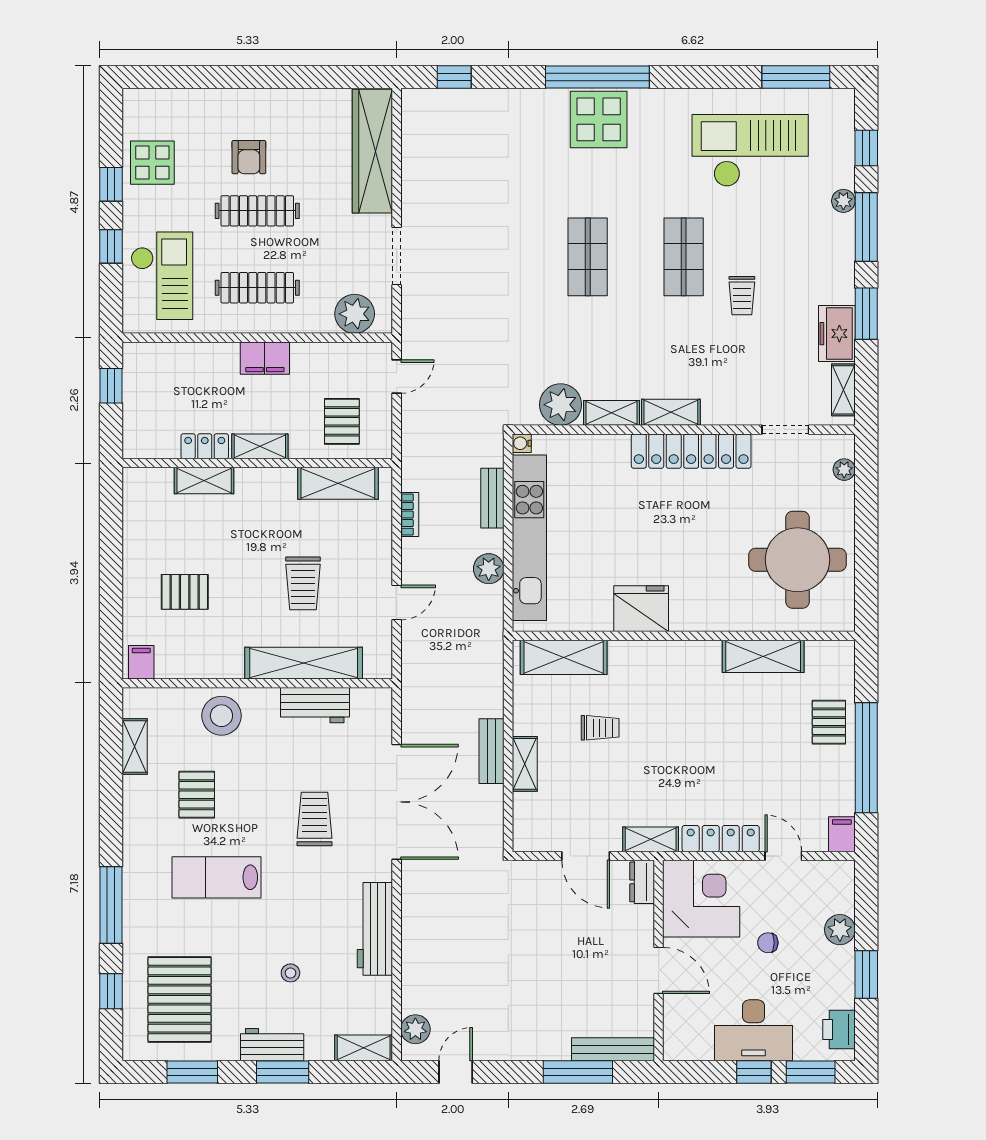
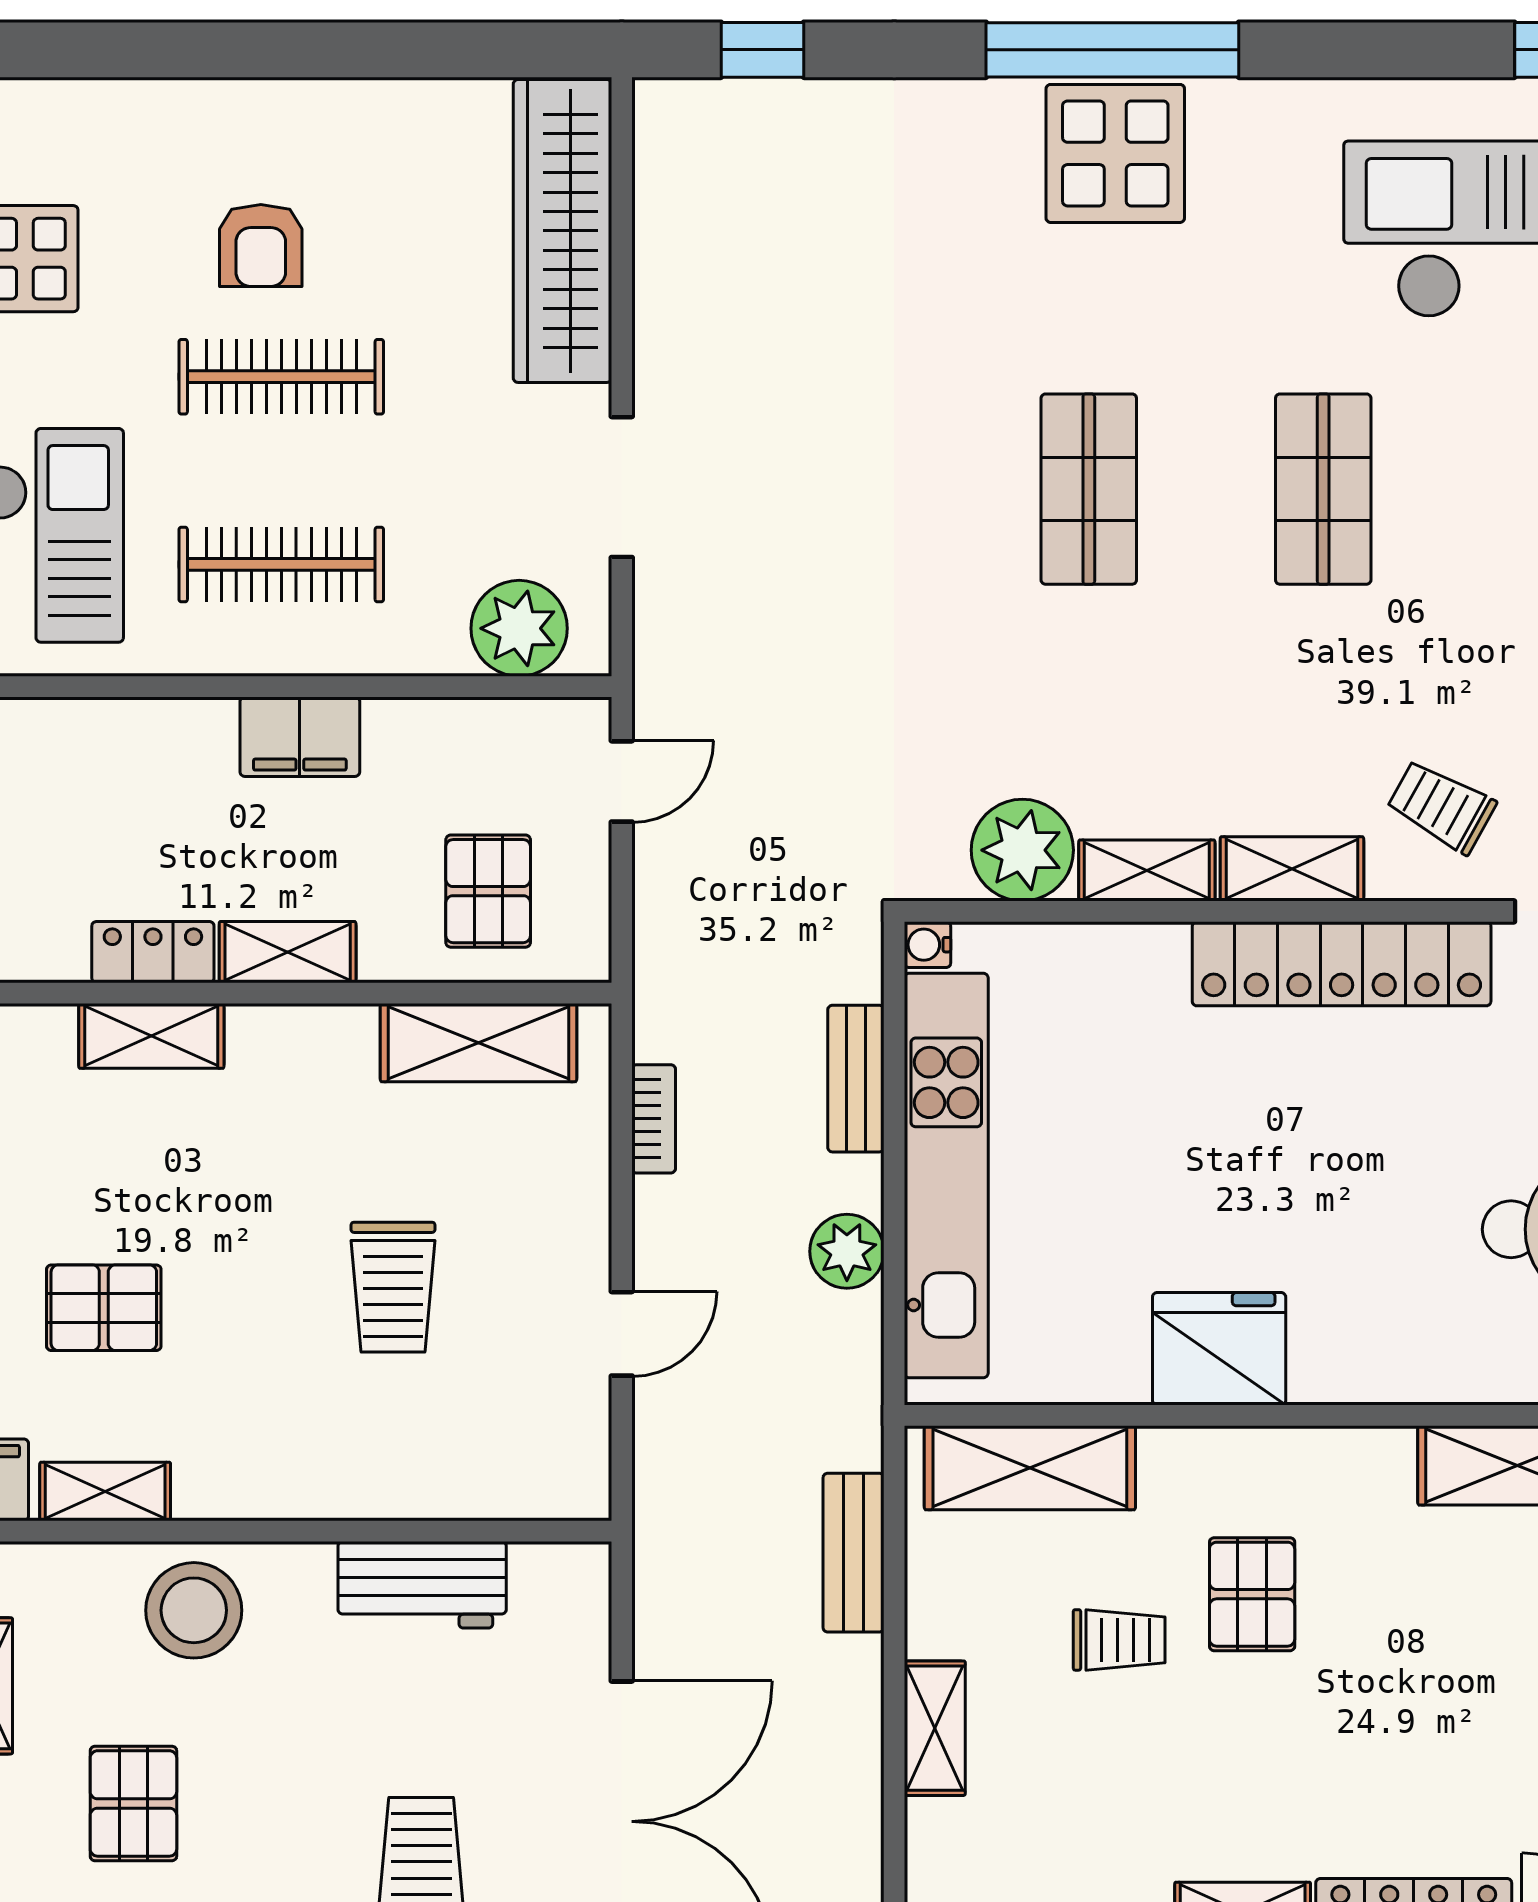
trolley: (742, 296) -> (1441, 807), moved, turned 119
shelving: (304, 663) -> (105, 1491), moved, width x0.45, depth x0.75
pallet: (655, 709) -> (1252, 1594), added
bench: (491, 751) -> (854, 1553), moved

